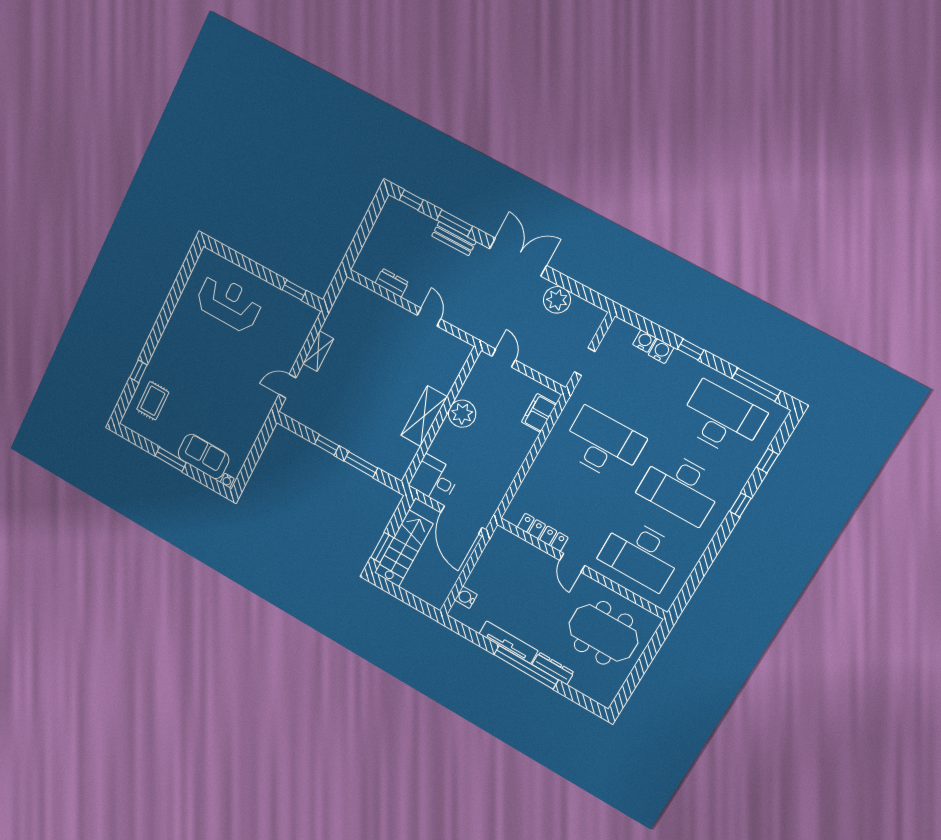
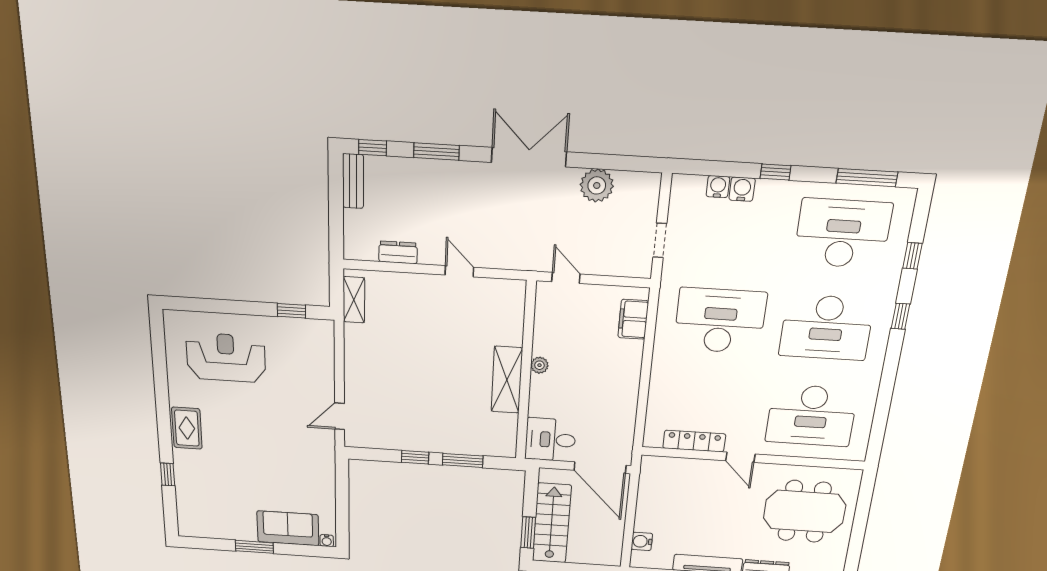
bench: (454, 239) -> (353, 181), moved, turned 90
shelving: (318, 351) -> (354, 300), moved
rug: (153, 401) -> (187, 428), moved
plant: (462, 414) -> (539, 365), width x0.53, depth x0.53

